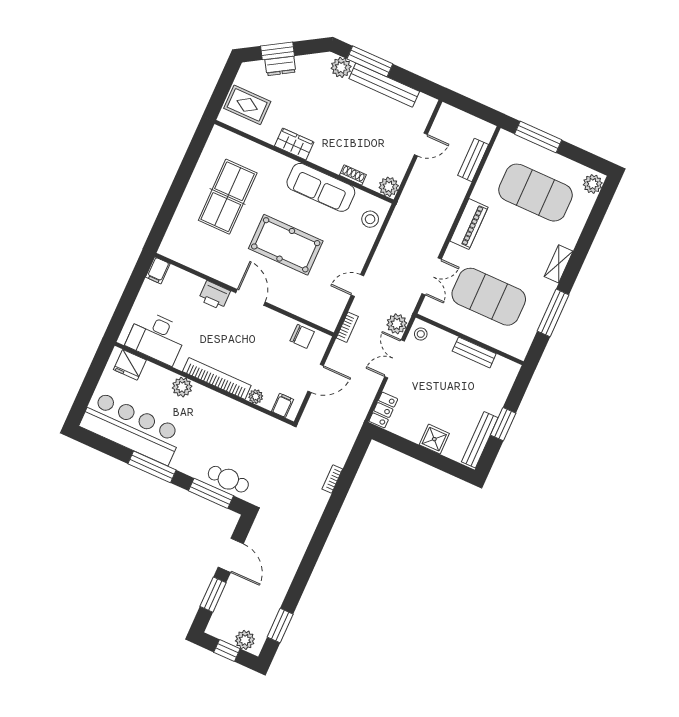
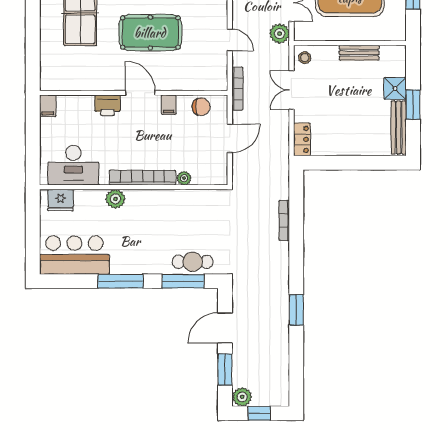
door: (357, 286) -> (230, 40), swing flipped
plant: (397, 324) -> (280, 34), moved
bookcase: (347, 327) -> (237, 89), width x1.56
filing cabinet: (283, 405) -> (169, 105), moved, turned 180
bar counter: (131, 428) -> (74, 255), width x0.73
shower: (434, 439) -> (395, 88), moved
bookcase: (332, 479) -> (284, 221), width x1.56
door: (231, 555) -> (225, 328), swing flipped
window: (280, 626) -> (296, 310), moved
plant: (245, 640) -> (242, 397), moved

